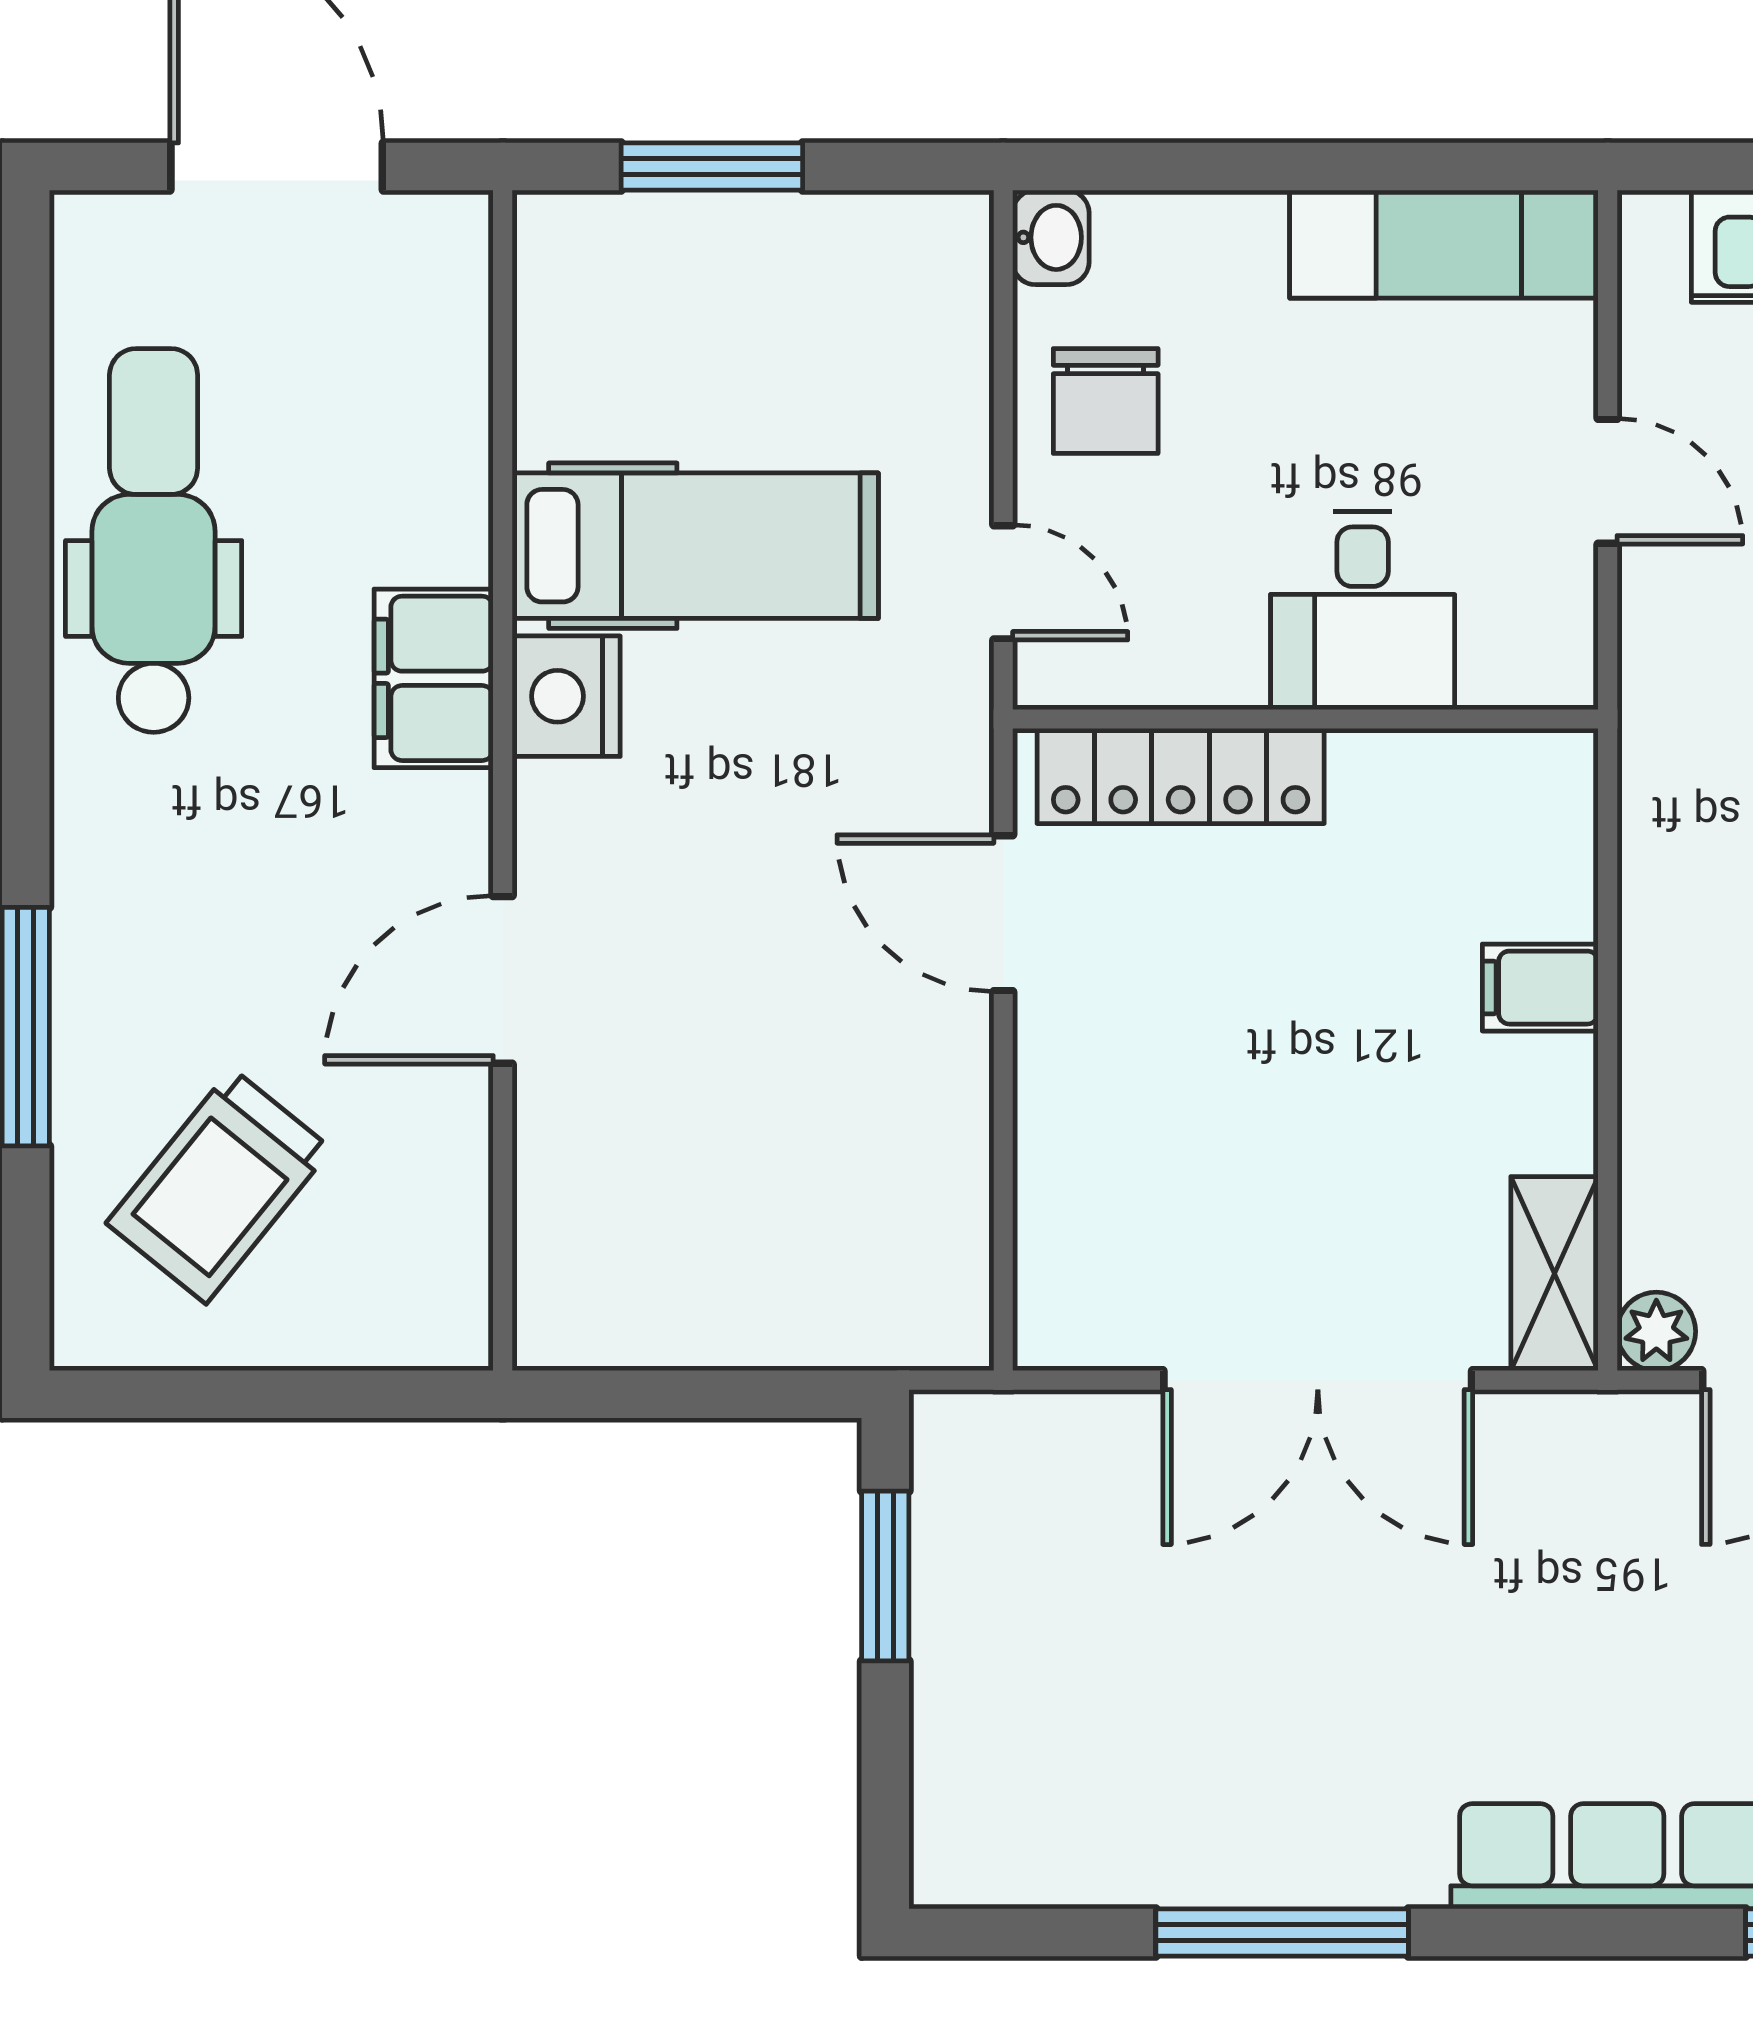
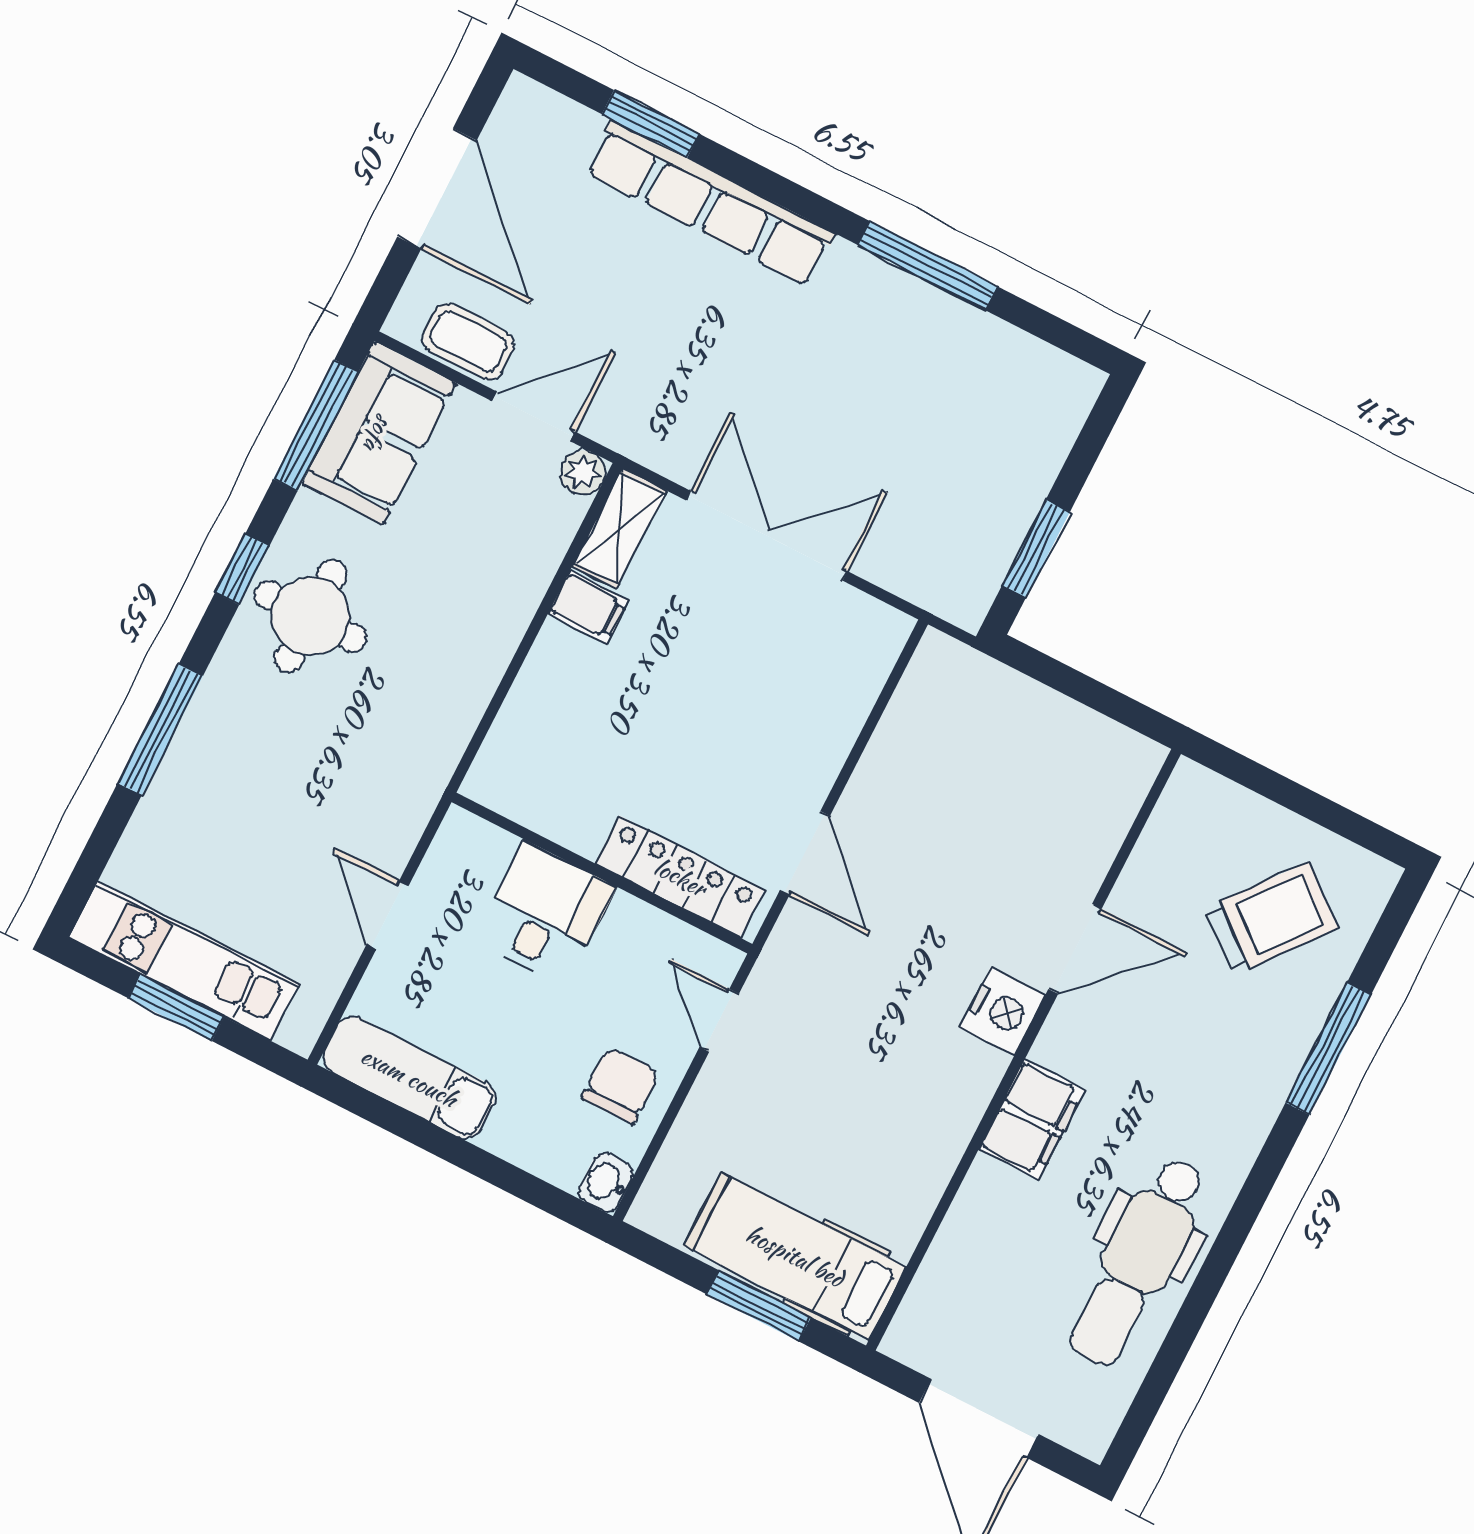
hospital bed: (695, 546) -> (795, 1256), moved
nightstand: (566, 696) -> (1003, 1011), moved
filing cabinet: (1540, 988) -> (588, 607), moved

